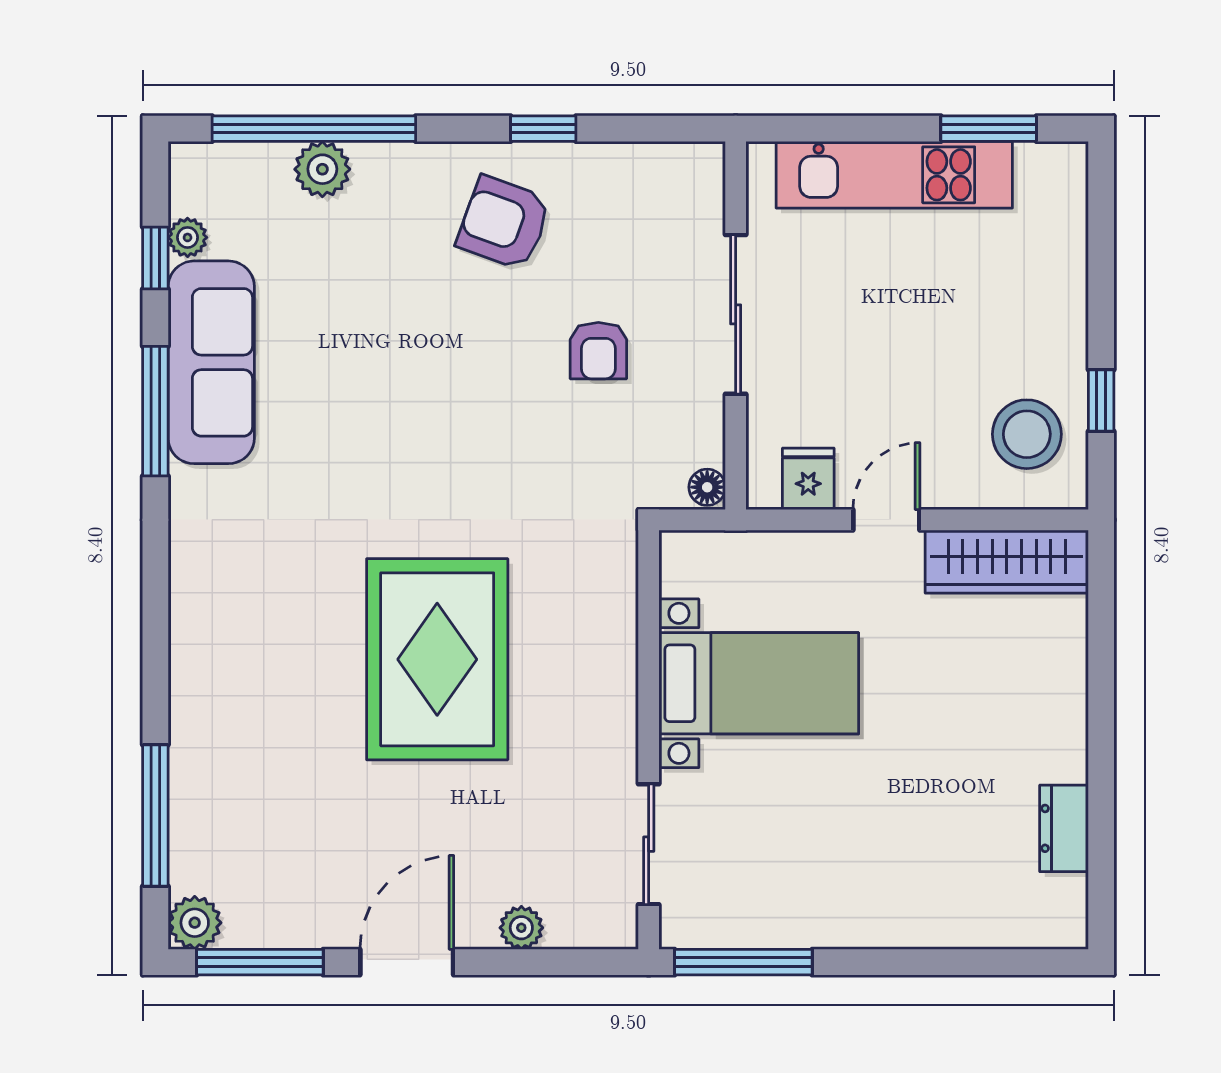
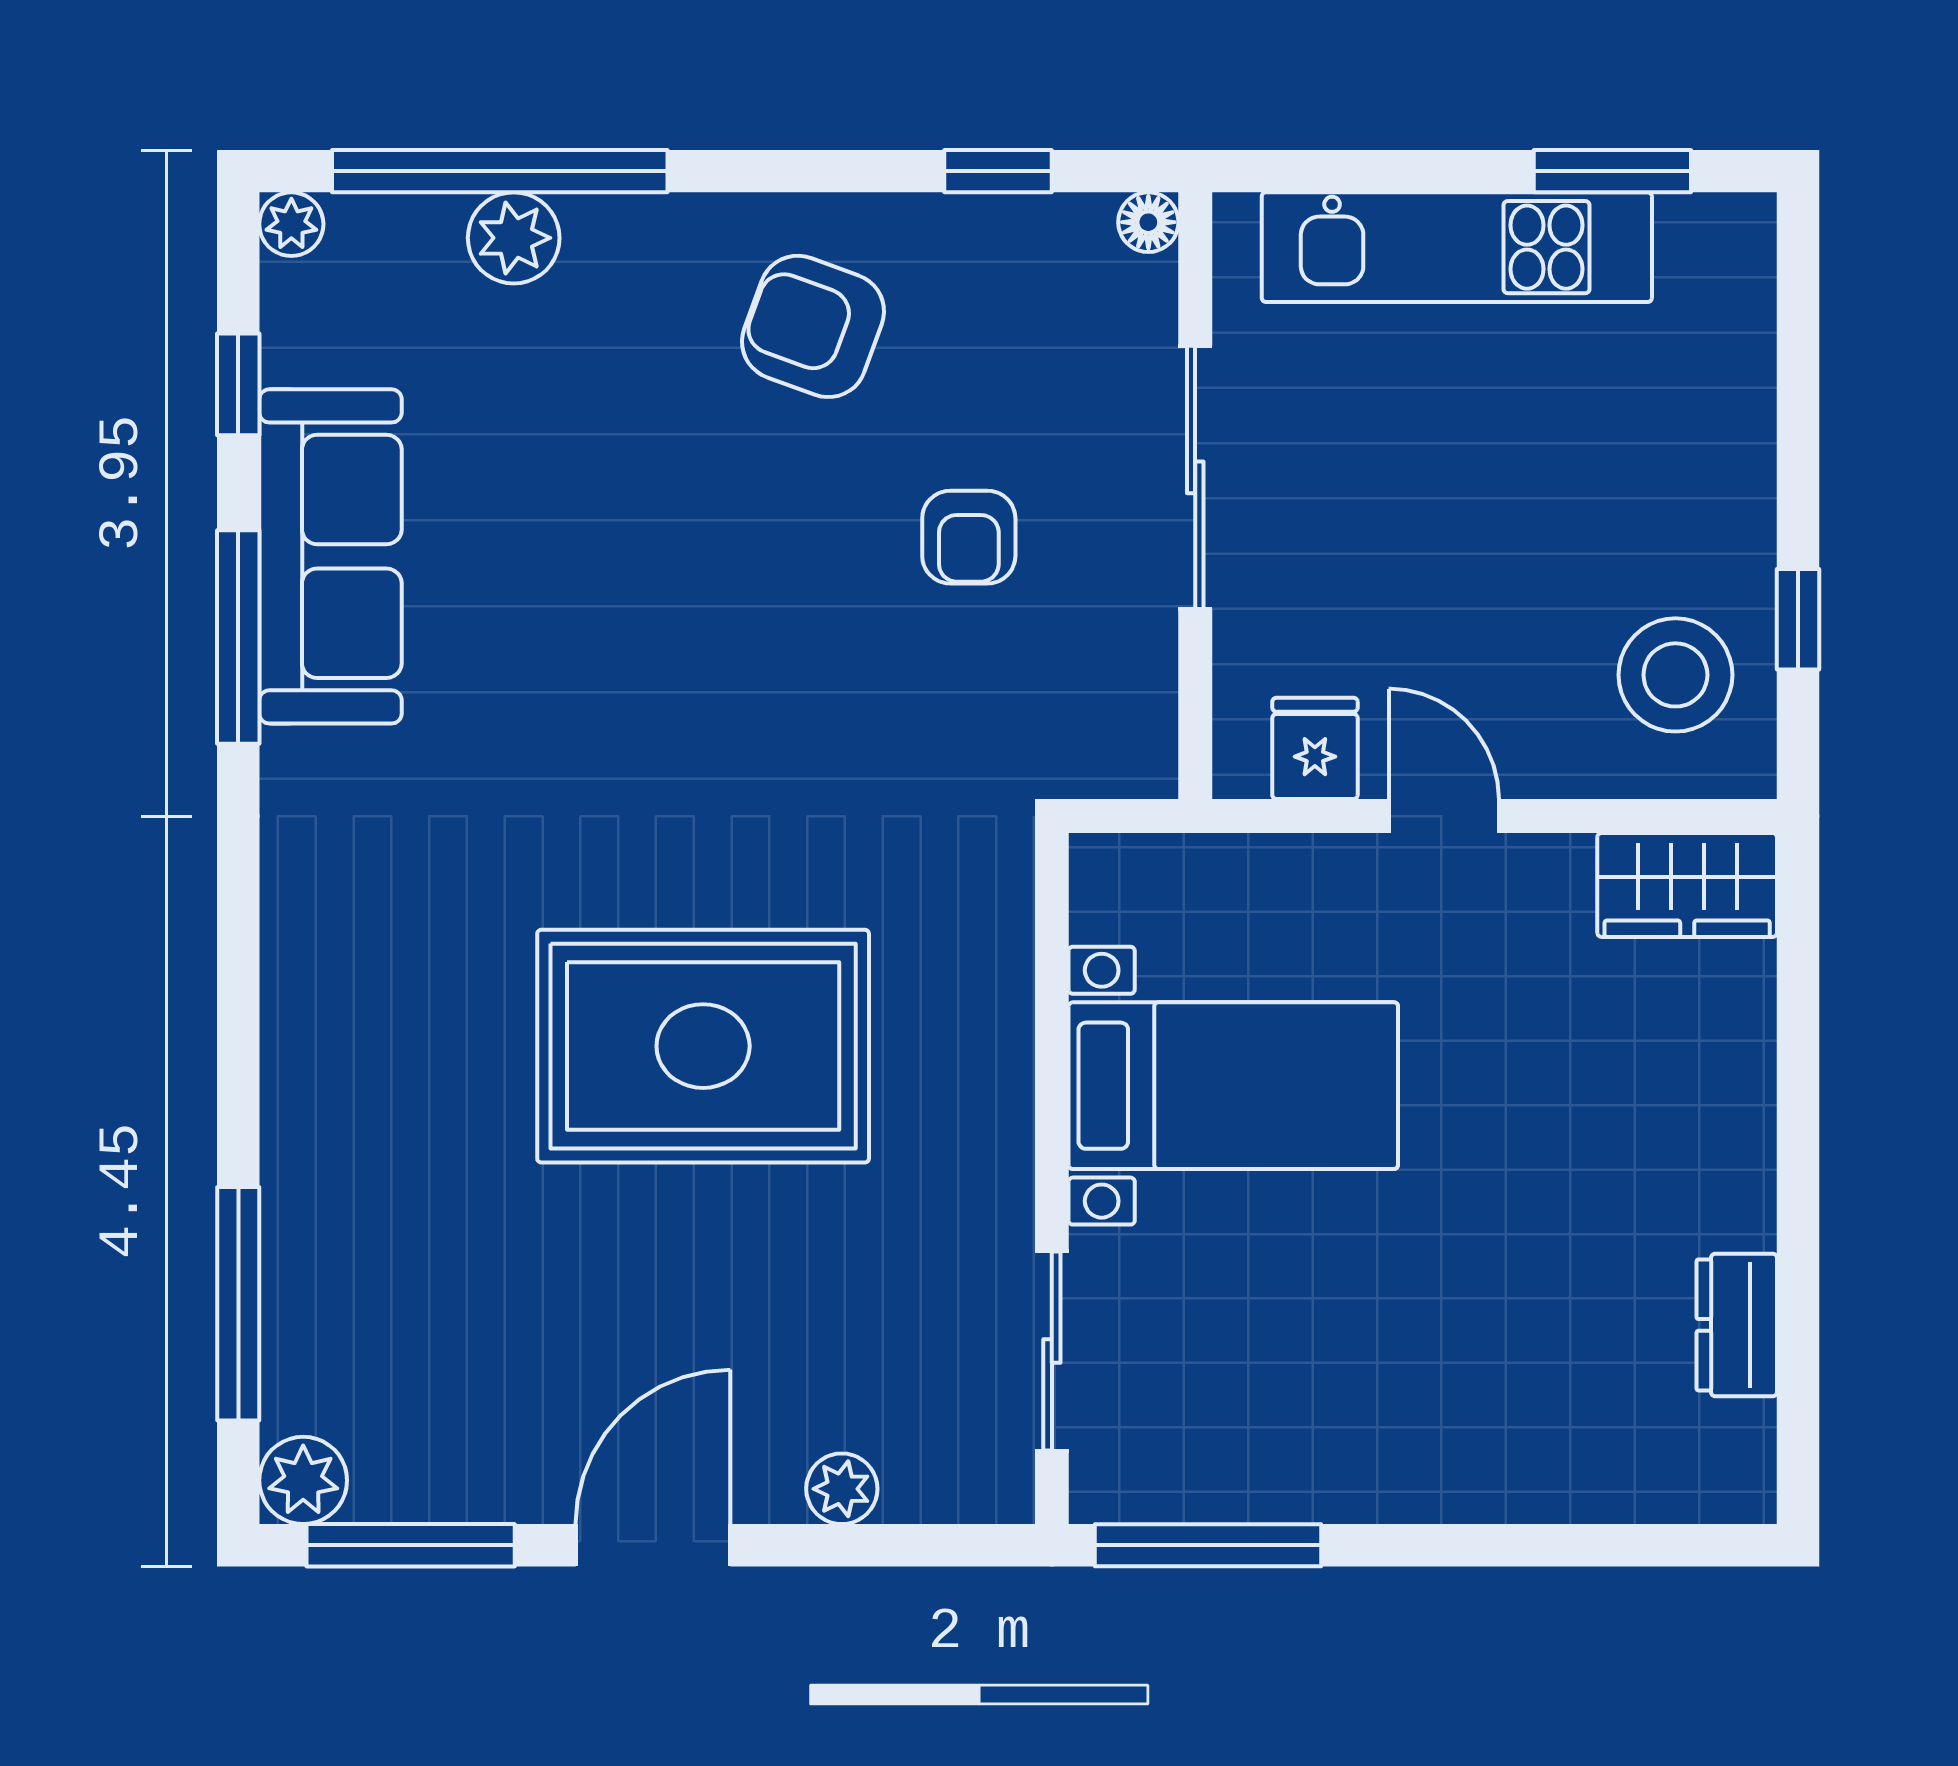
window: (543, 129) -> (998, 171), moved
plant: (188, 237) -> (291, 224), moved
floor lamp: (707, 487) -> (1148, 222), moved
door: (886, 520) -> (1444, 816), hinge flipped
wardrobe: (1007, 562) -> (1687, 885), width x0.67
rug: (437, 659) -> (703, 1046), turned 90

